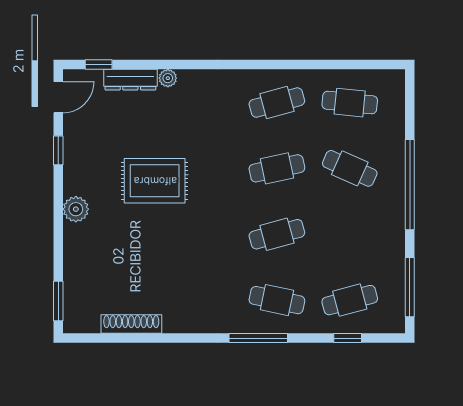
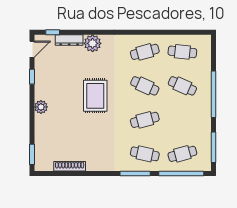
plant: (168, 78) -> (93, 43), width x1.88, depth x1.88
cafe table: (277, 168) -> (145, 86), turned 36
rug: (155, 181) -> (95, 96), moved, turned 90
window: (348, 338) -> (181, 173), width x3.17

